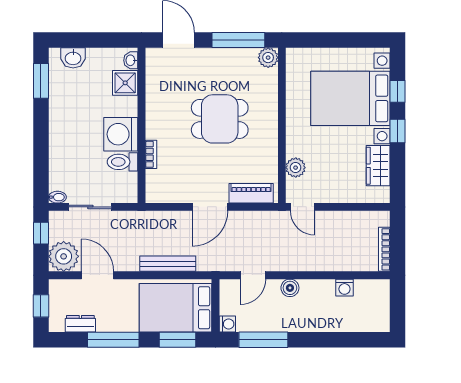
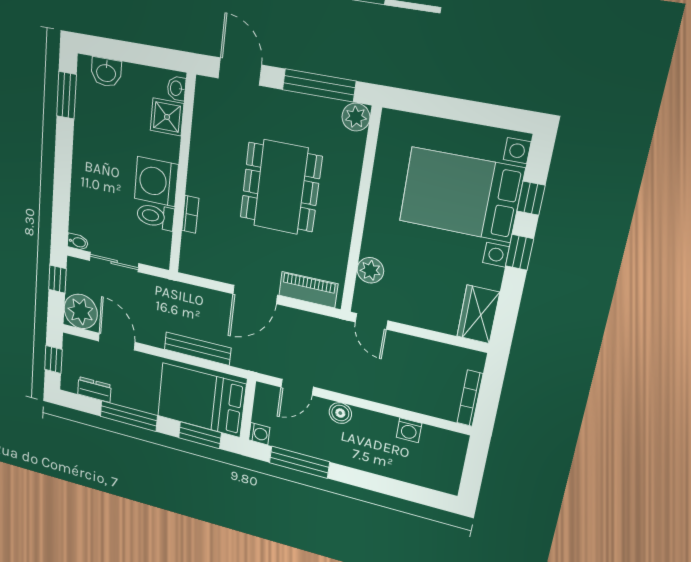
dining table: (220, 119) -> (281, 187), width x1.38
wardrobe: (378, 166) -> (478, 314), moved

